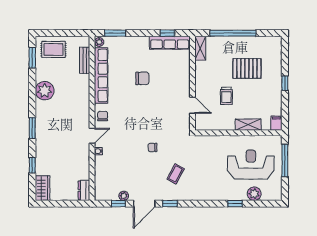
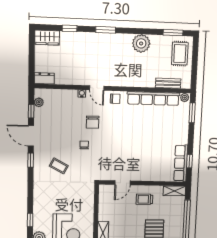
chair: (142, 78) -> (93, 122), moved
trolley: (226, 96) -> (144, 199), moved
plant: (124, 196) -> (39, 102), moved

